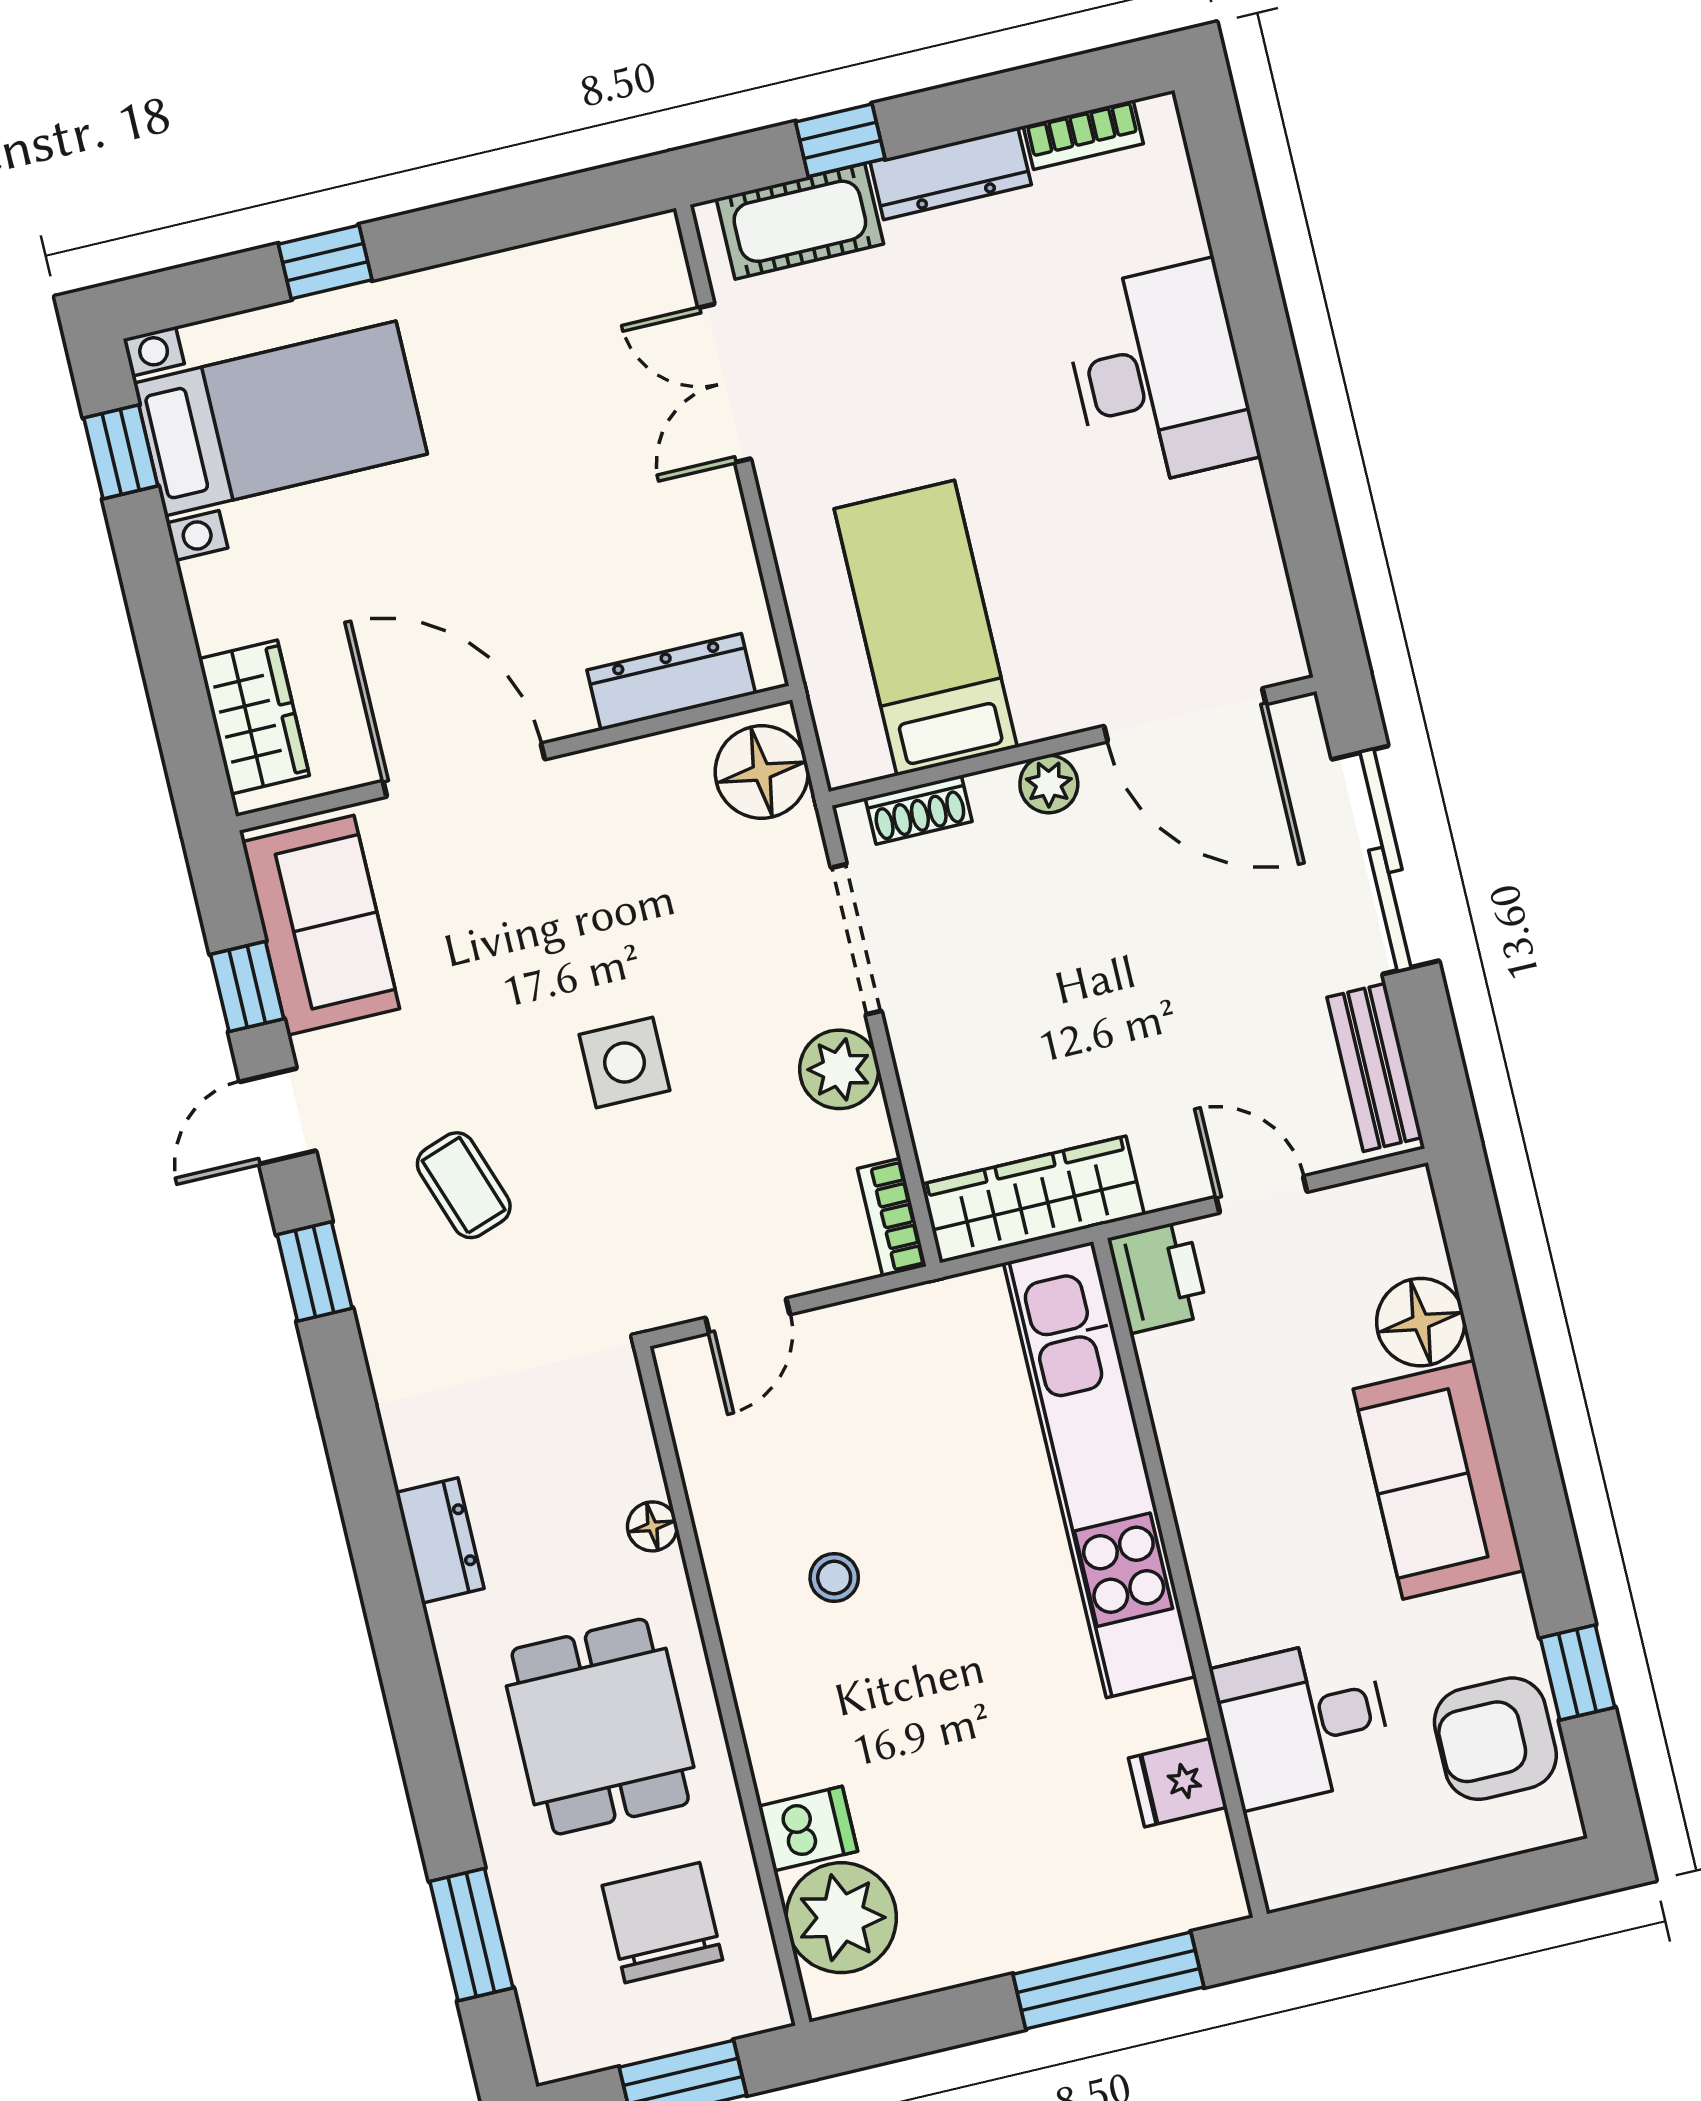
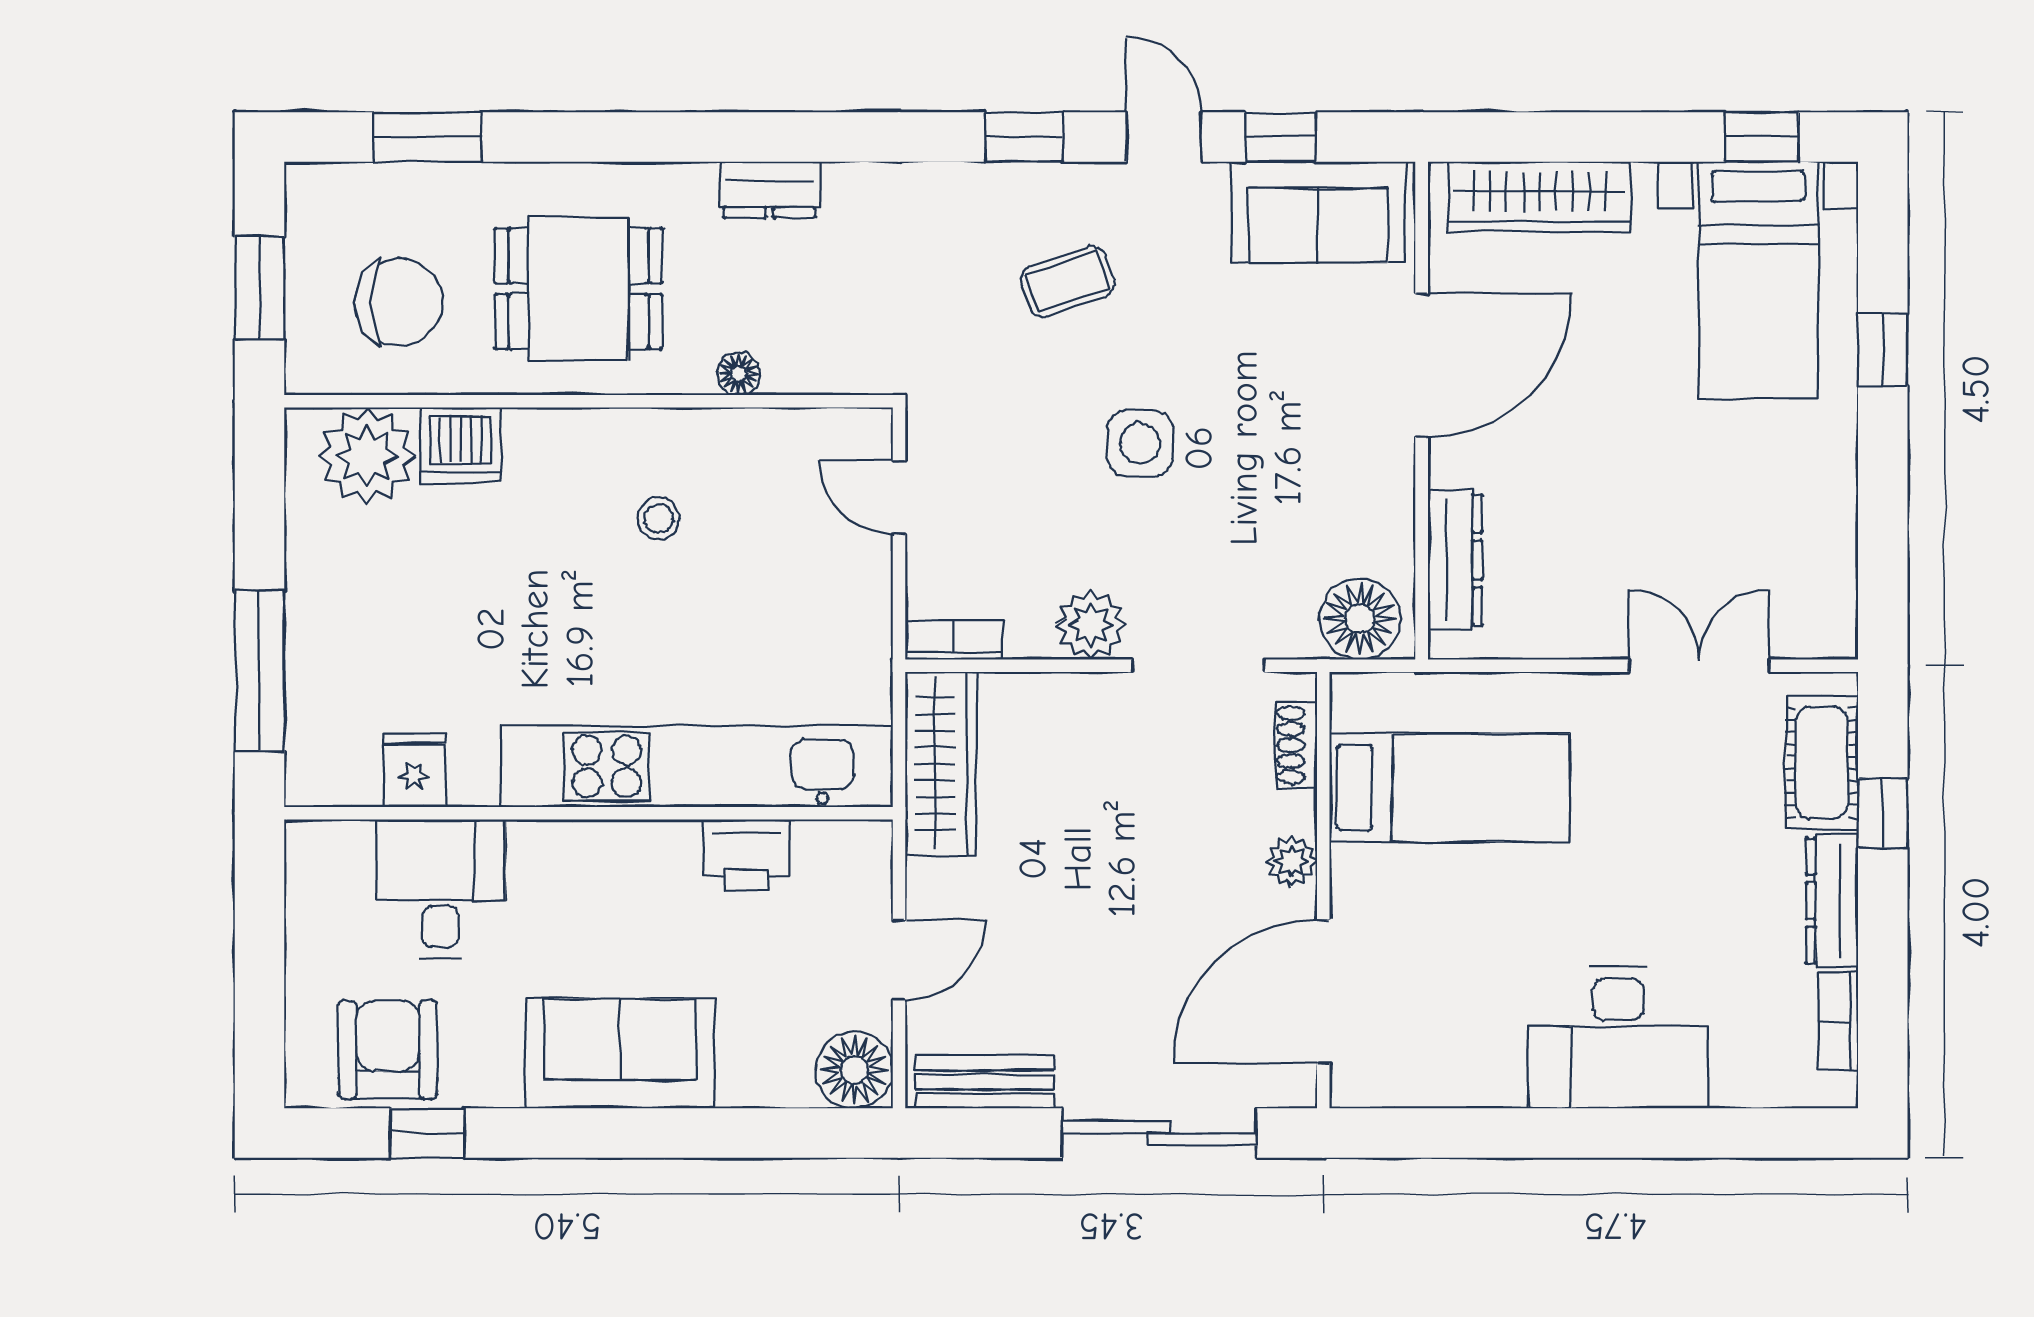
wardrobe: (254, 717) -> (1540, 197), width x1.50
printer: (1158, 1277) -> (747, 855), moved
floor lamp: (1421, 1322) -> (854, 1070), moved
dishwasher: (808, 1829) -> (461, 445), width x1.38

